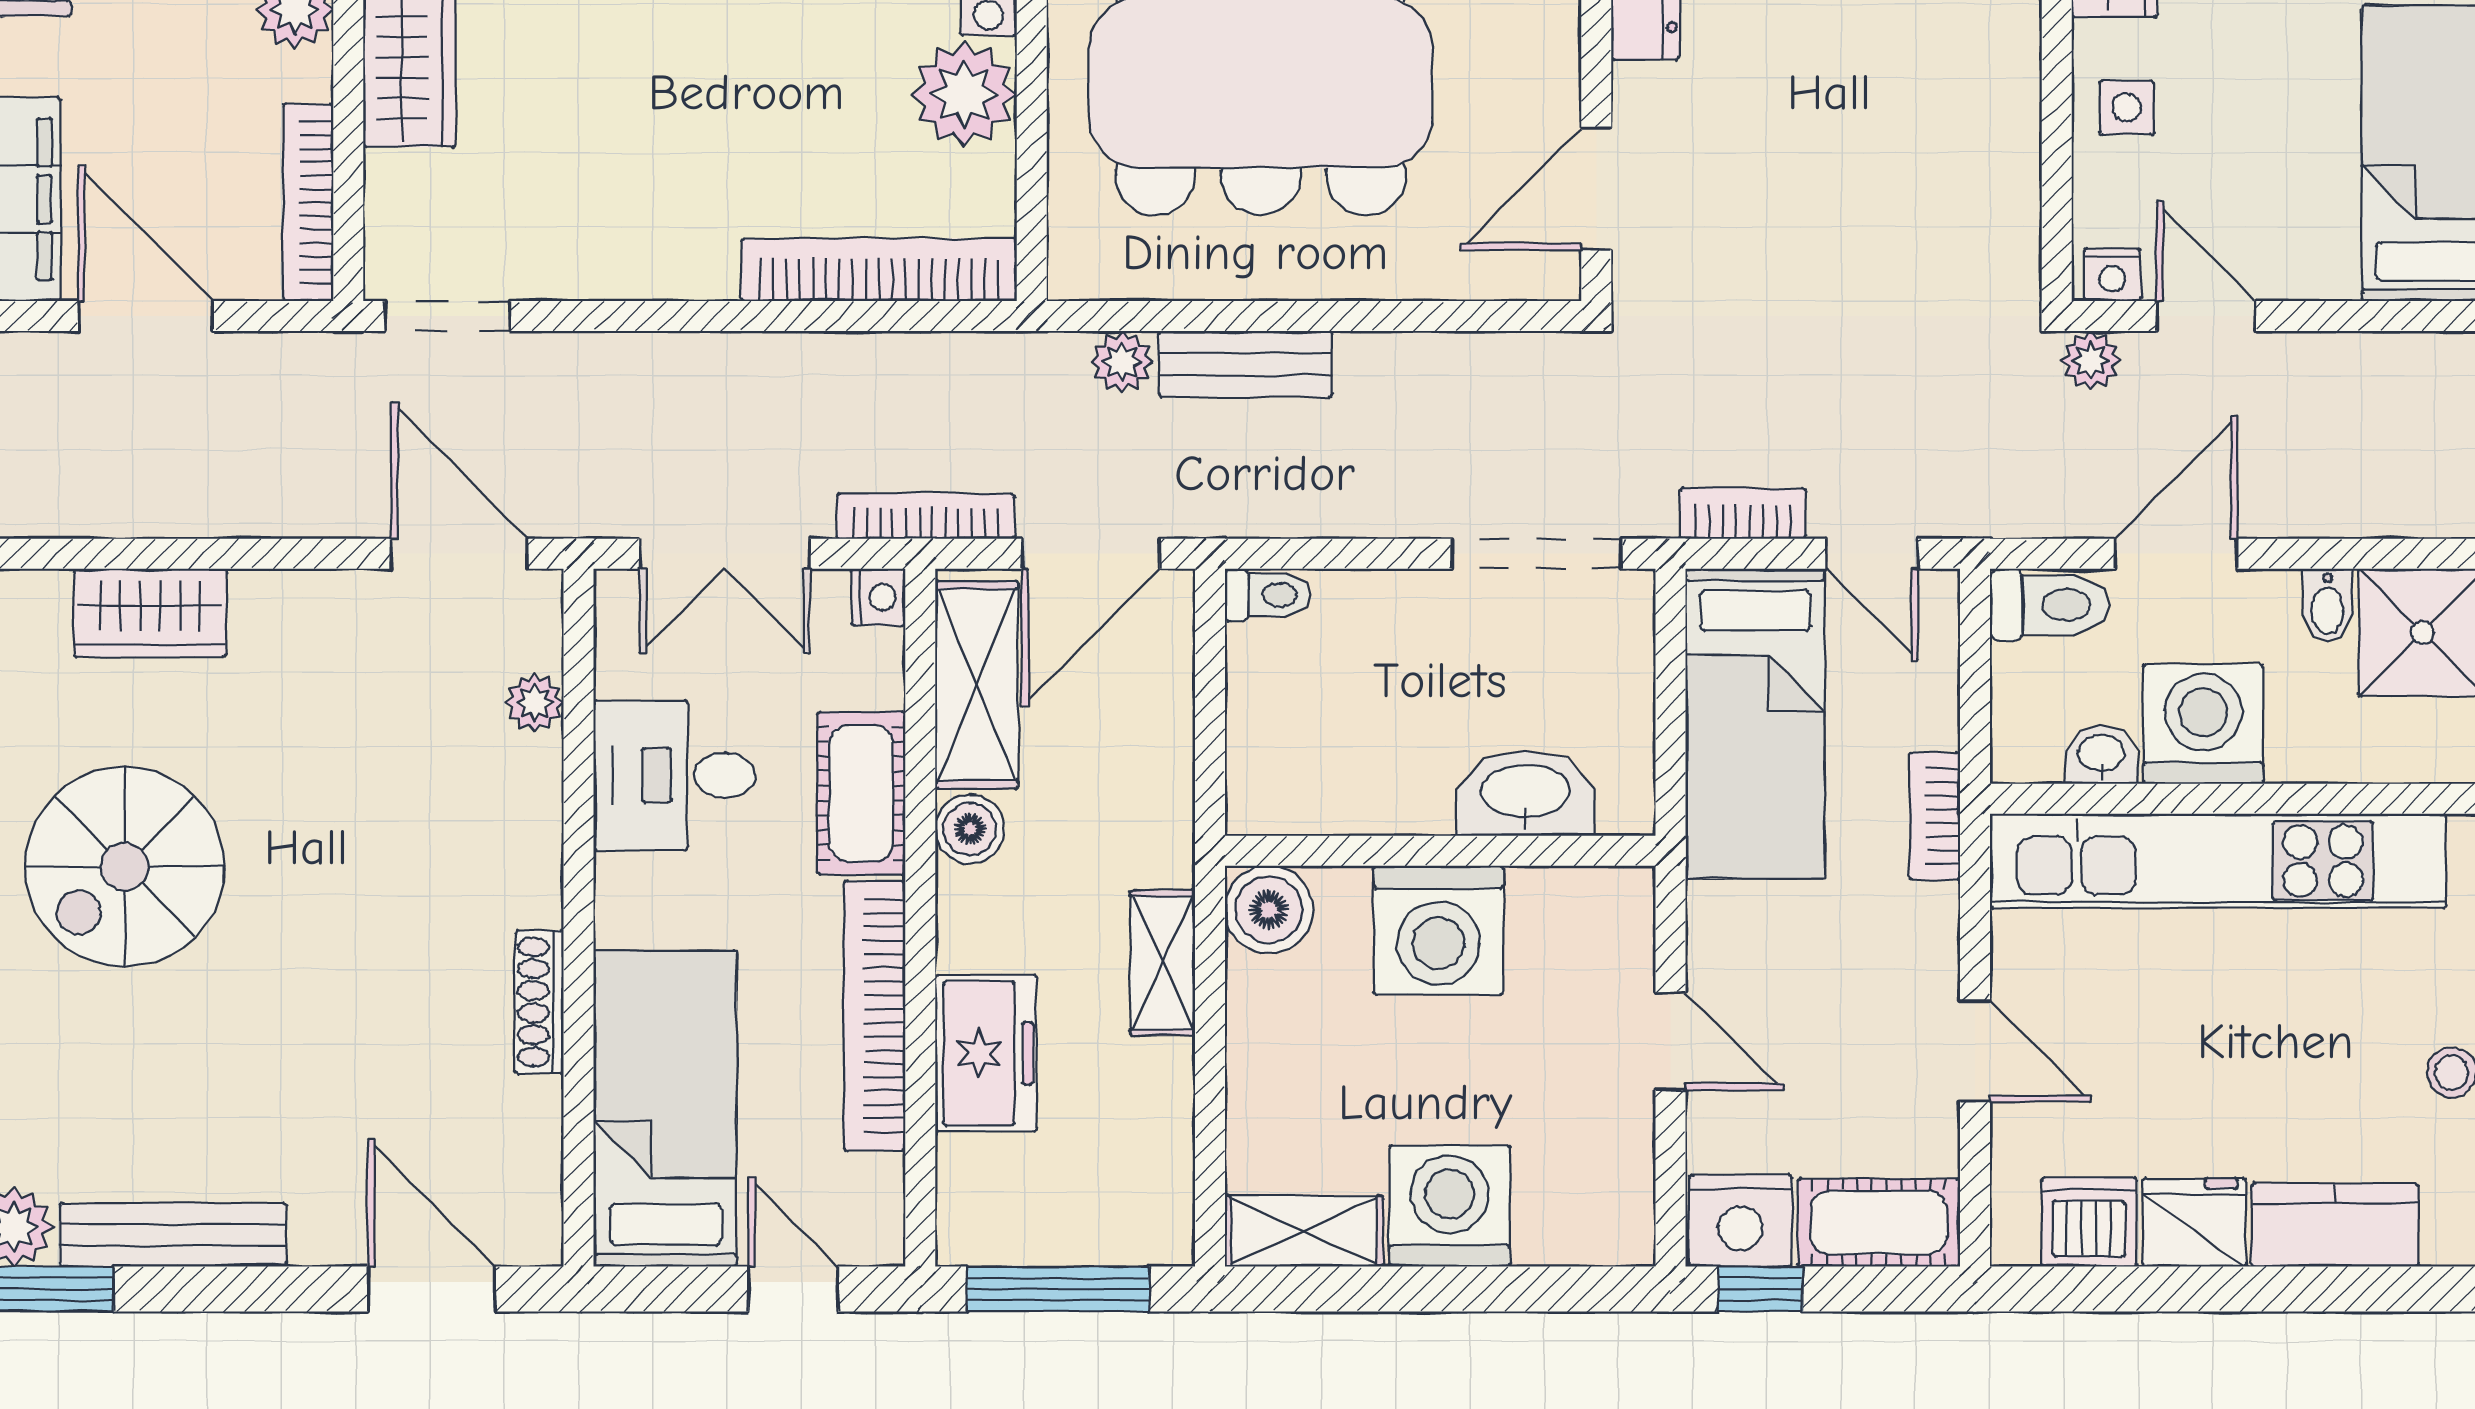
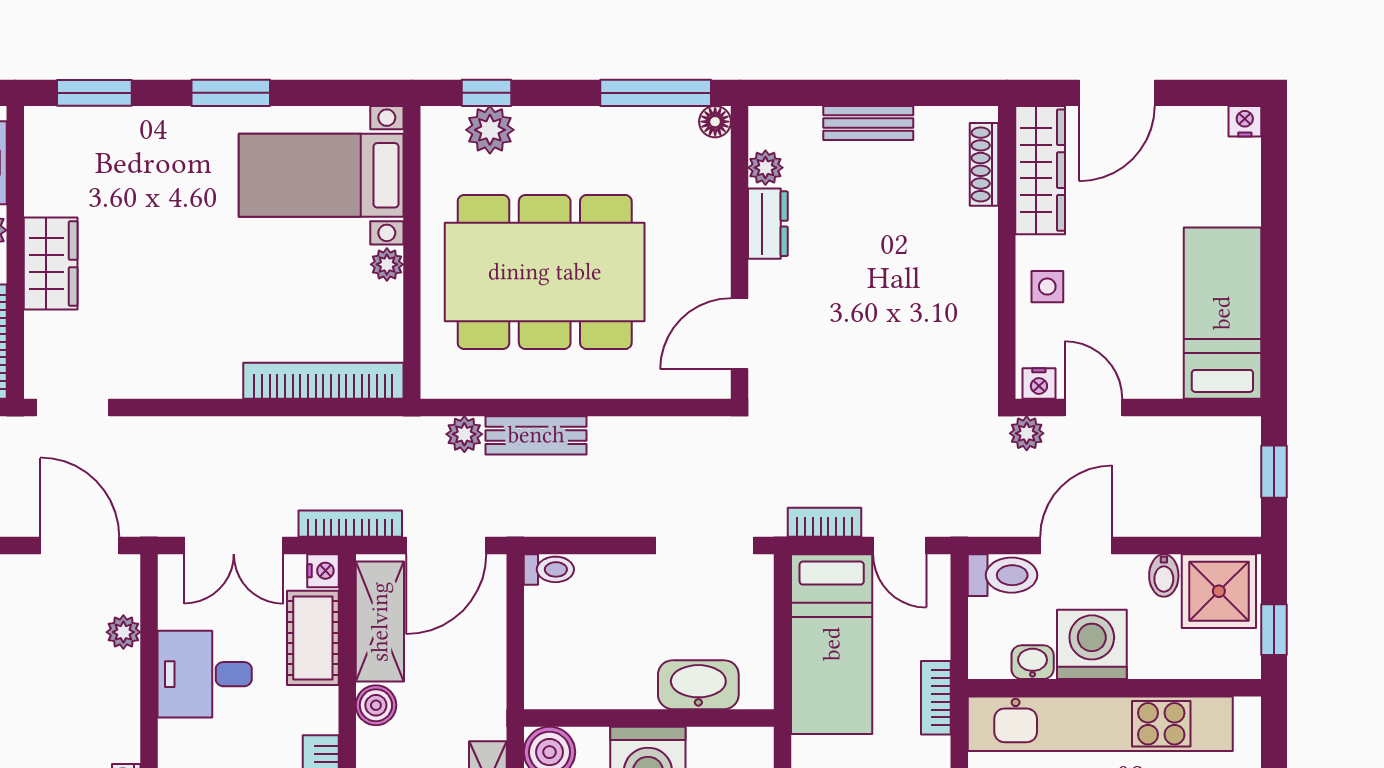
plant: (964, 94) -> (387, 264), width x0.53, depth x0.53
cot: (861, 793) -> (313, 638), moved

